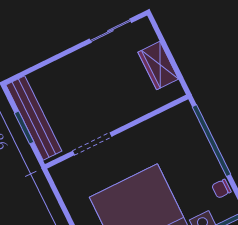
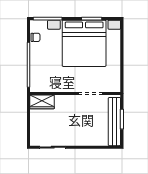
wardrobe: (158, 66) -> (42, 102), moved, turned 90

